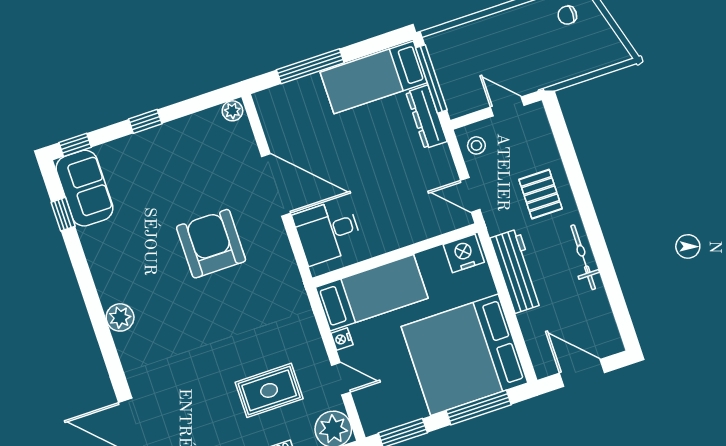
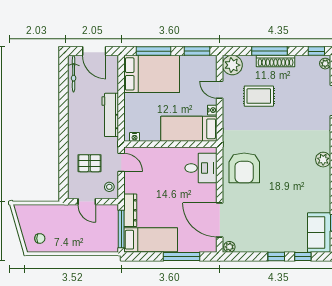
window: (75, 145) -> (303, 256), moved
door: (276, 185) -> (220, 220), moved
pallet: (541, 194) -> (89, 163), moved, turned 90
armchair: (211, 244) -> (244, 168), moved
nightstand: (464, 253) -> (135, 137), width x0.53, depth x0.56
bicycle: (583, 257) -> (74, 74), moved
bed: (464, 355) -> (152, 74), width x0.73

